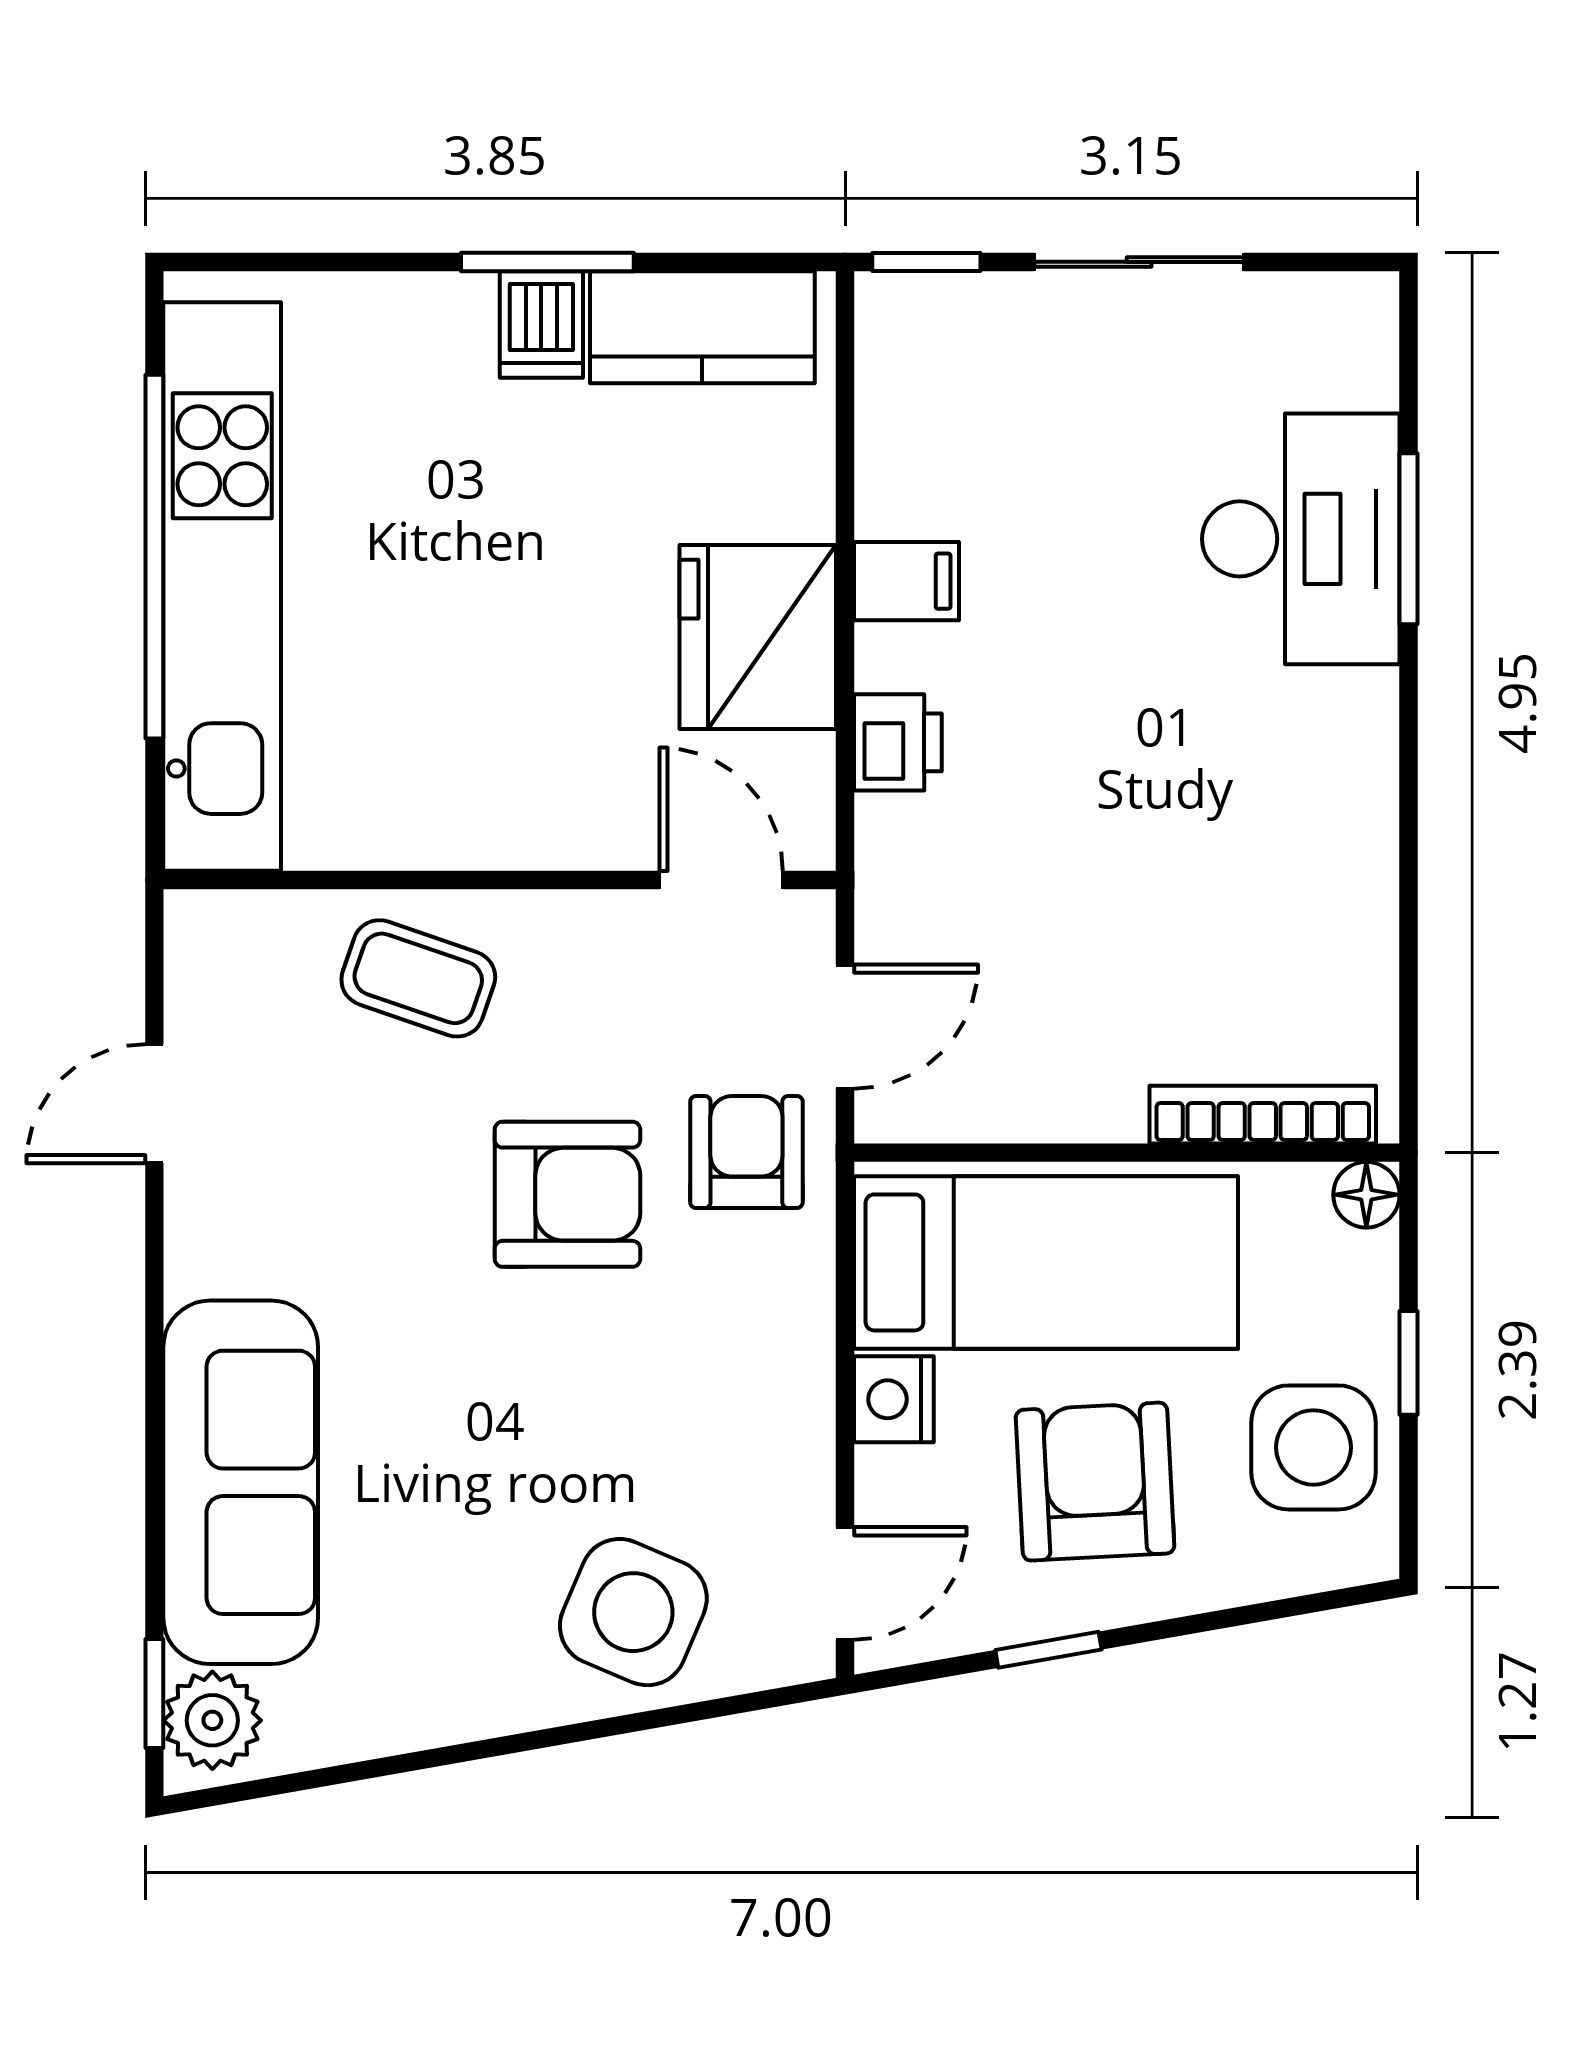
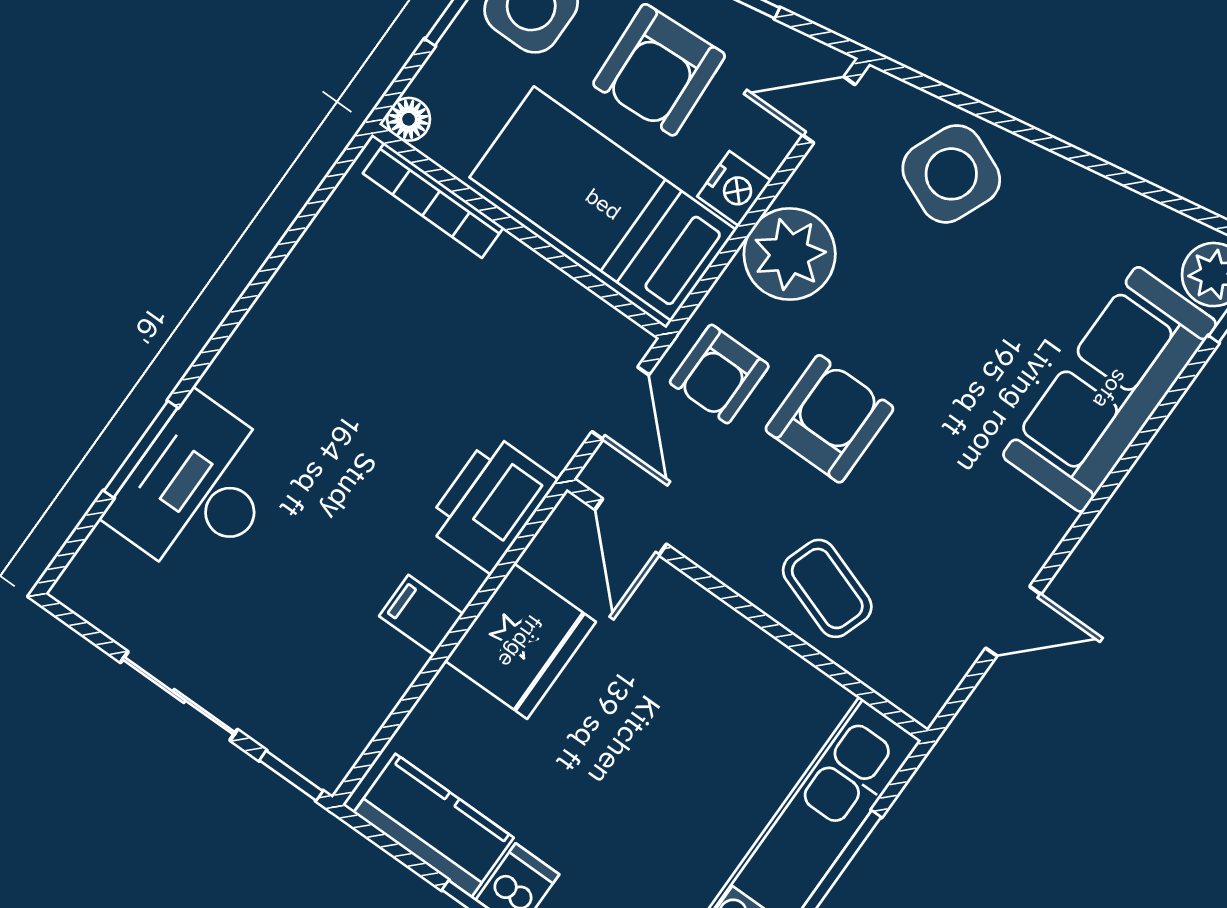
printer: (898, 742) -> (491, 503), width x1.87, depth x1.48
door: (845, 1027) -> (620, 403), swing flipped
armchair: (567, 1194) -> (829, 419), turned 90
plant: (765, 1366) -> (790, 254), added

